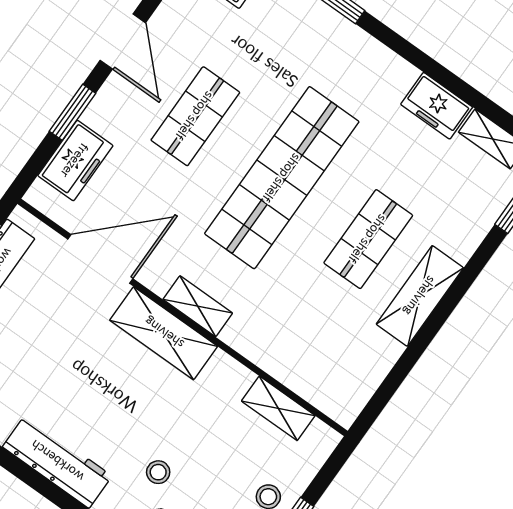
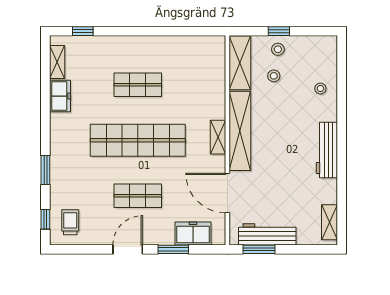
shelving: (420, 296) -> (146, 45), removed
shelving: (164, 333) -> (240, 131), width x1.47
shelving: (278, 408) -> (240, 63), width x1.50, depth x1.33
stool: (158, 472) -> (274, 76), moved

